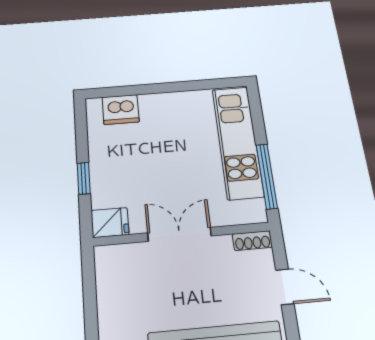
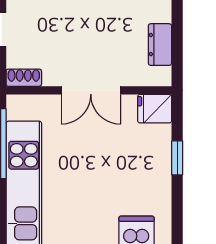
dresser: (108, 287) -> (160, 45), added

